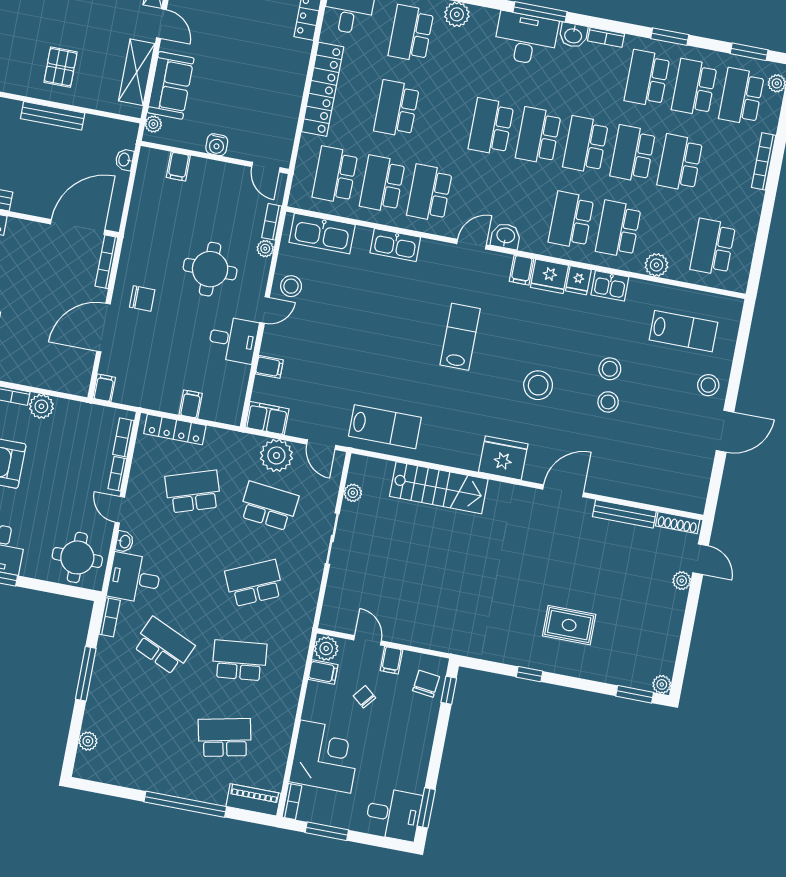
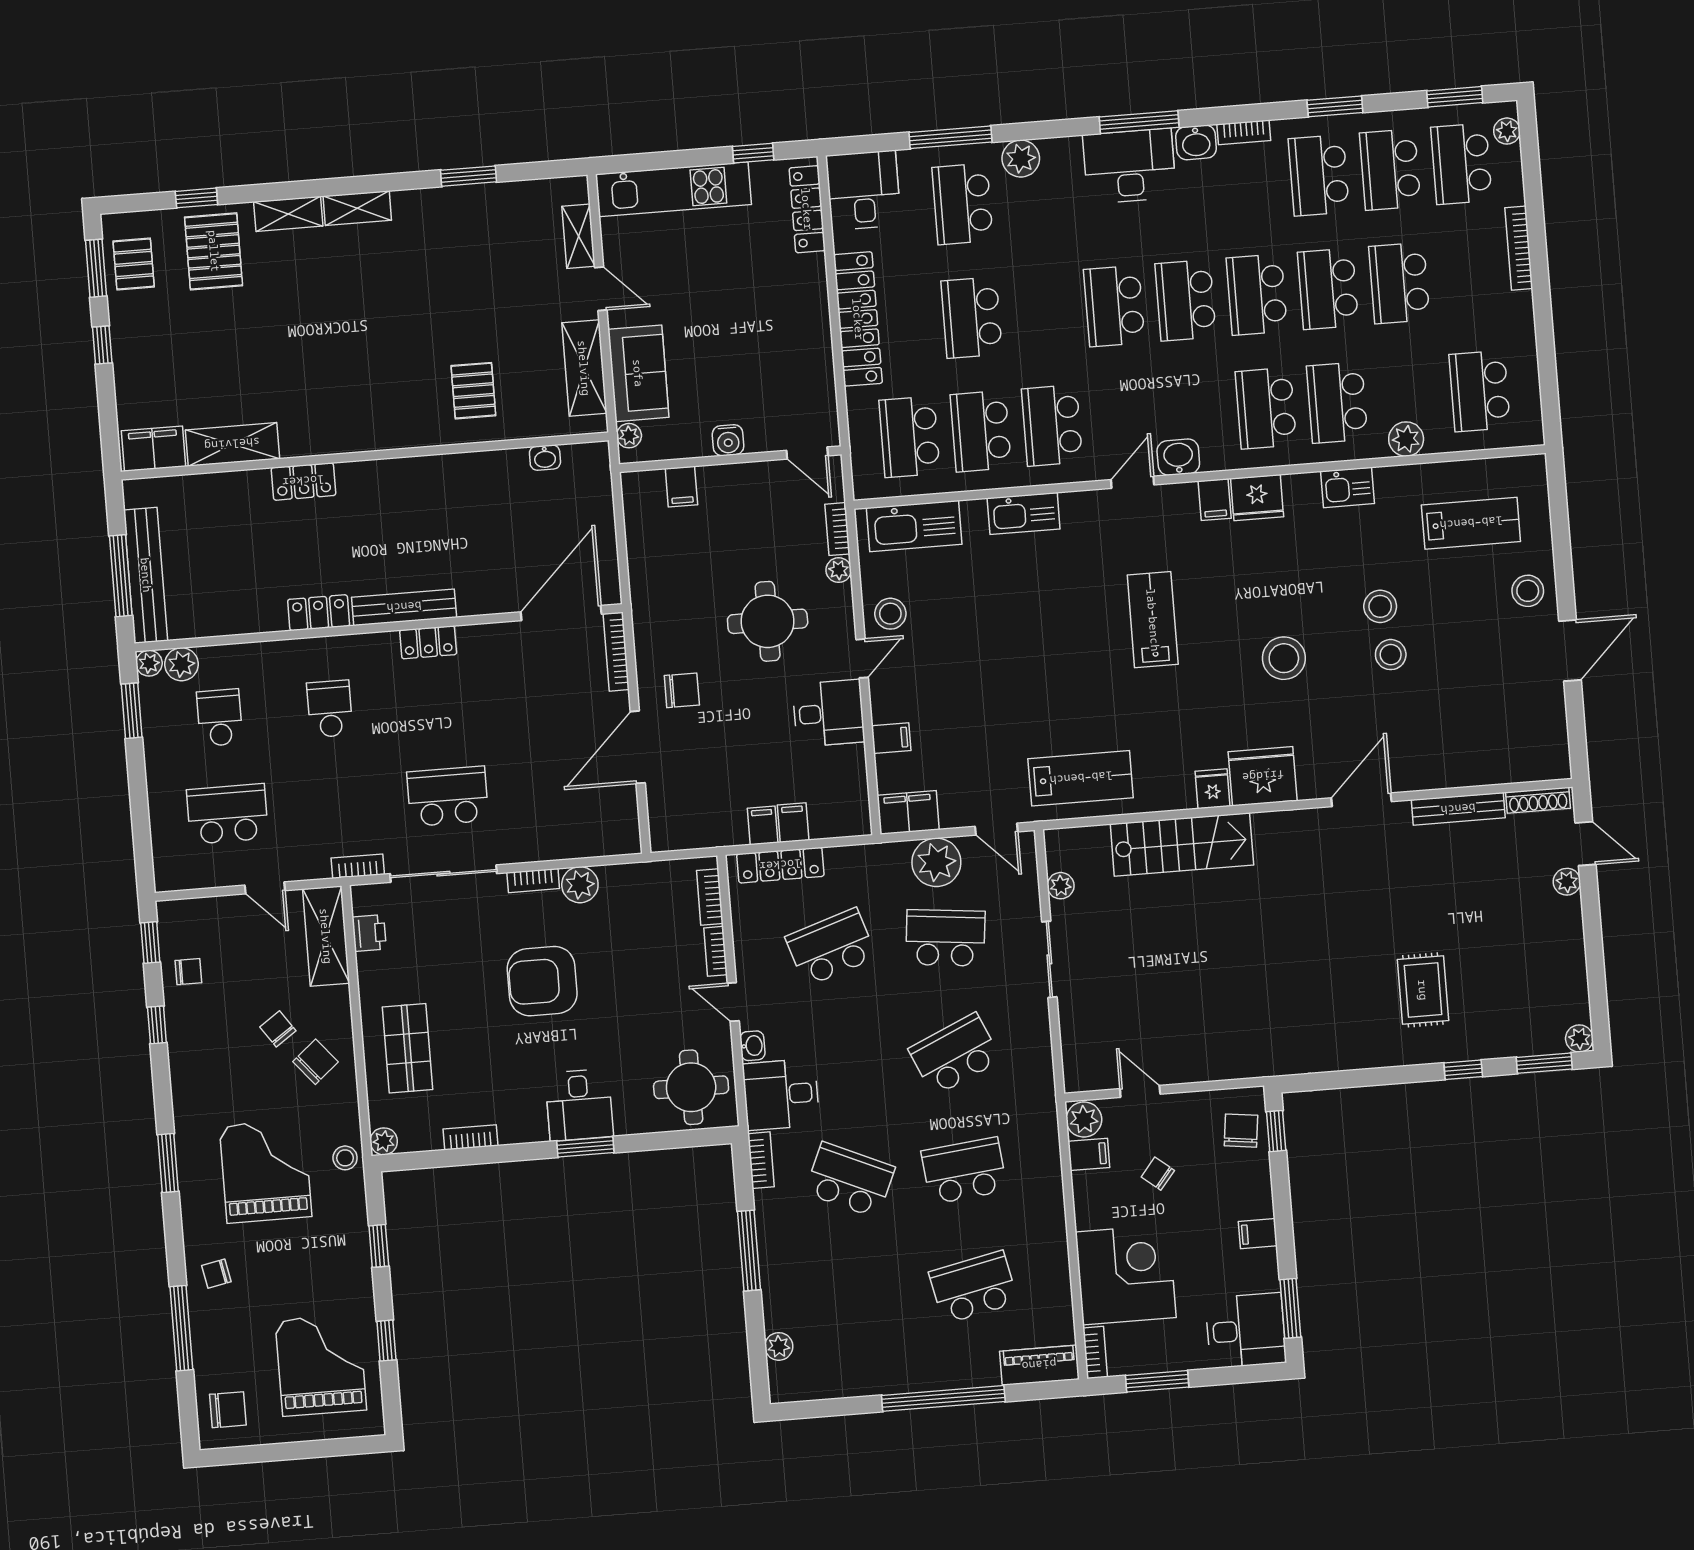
bench: (53, 116) -> (481, 464), removed
washbasin: (124, 160) -> (545, 458), moved, turned -90
fridge: (578, 280) -> (1213, 789), moved, turned 180
filing cabinet: (104, 388) -> (763, 825), moved
rug: (569, 625) -> (1423, 990), turned 90
filing cabinet: (391, 660) -> (1258, 1234), moved, turned 90
window: (529, 674) -> (1463, 1070), moved

